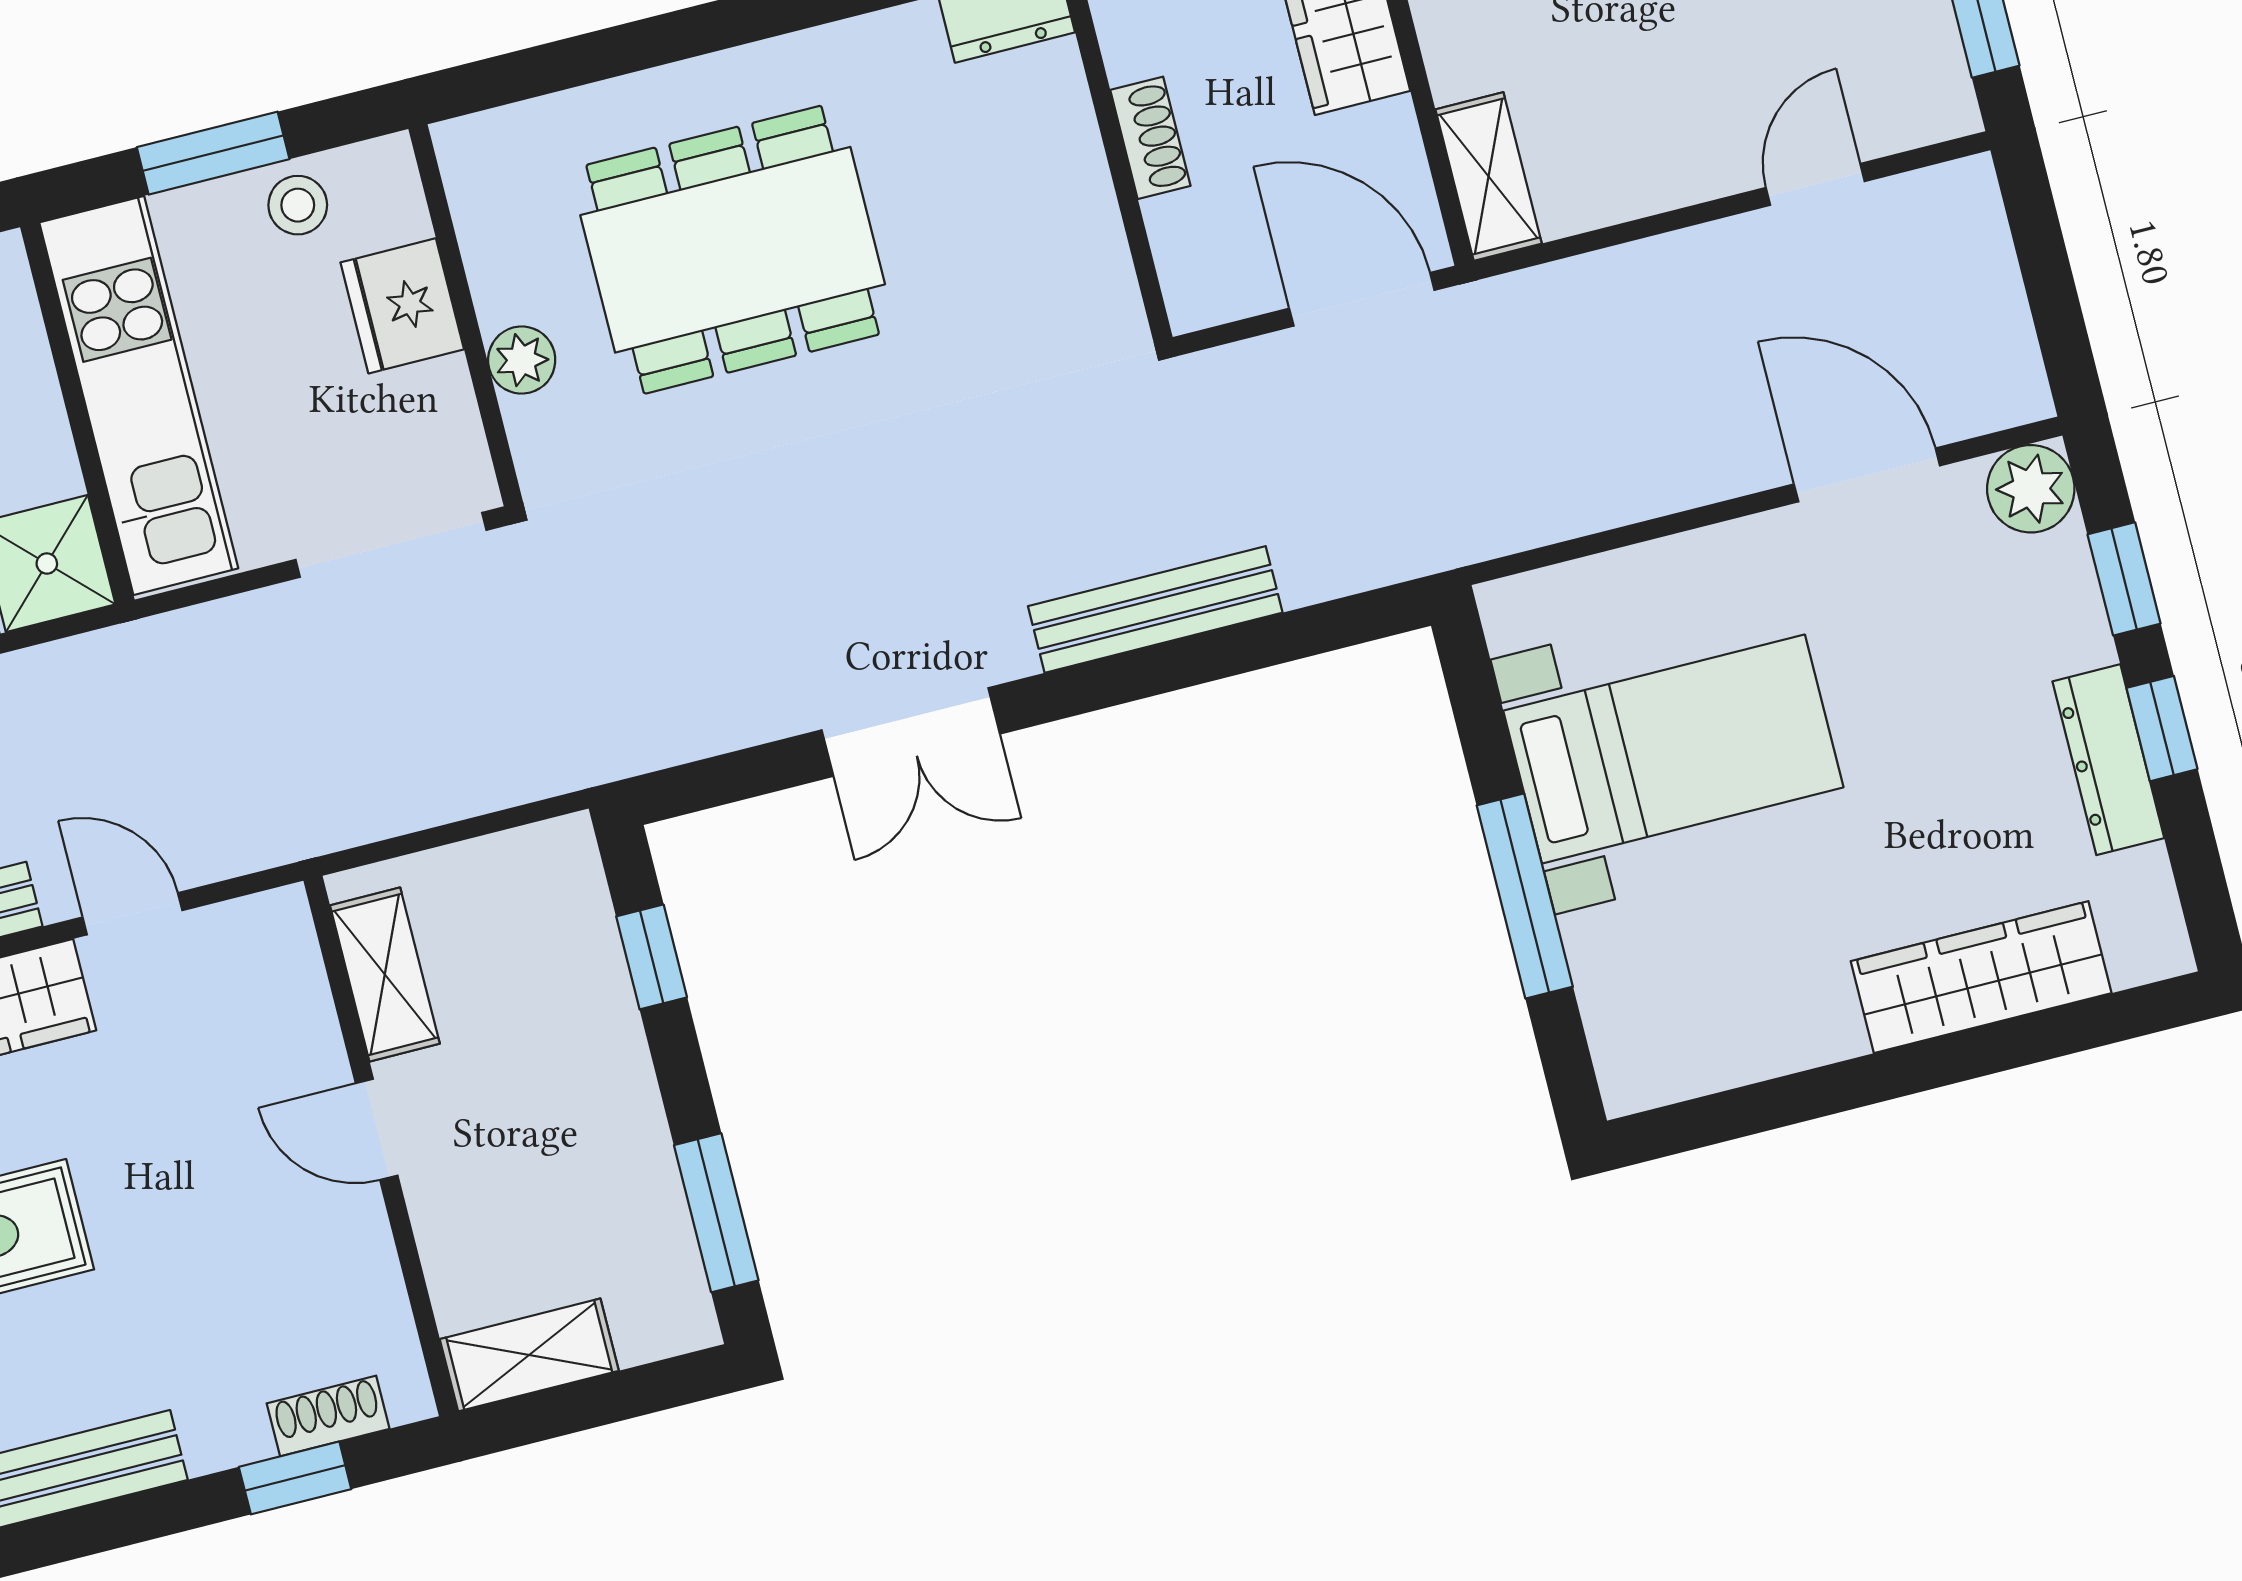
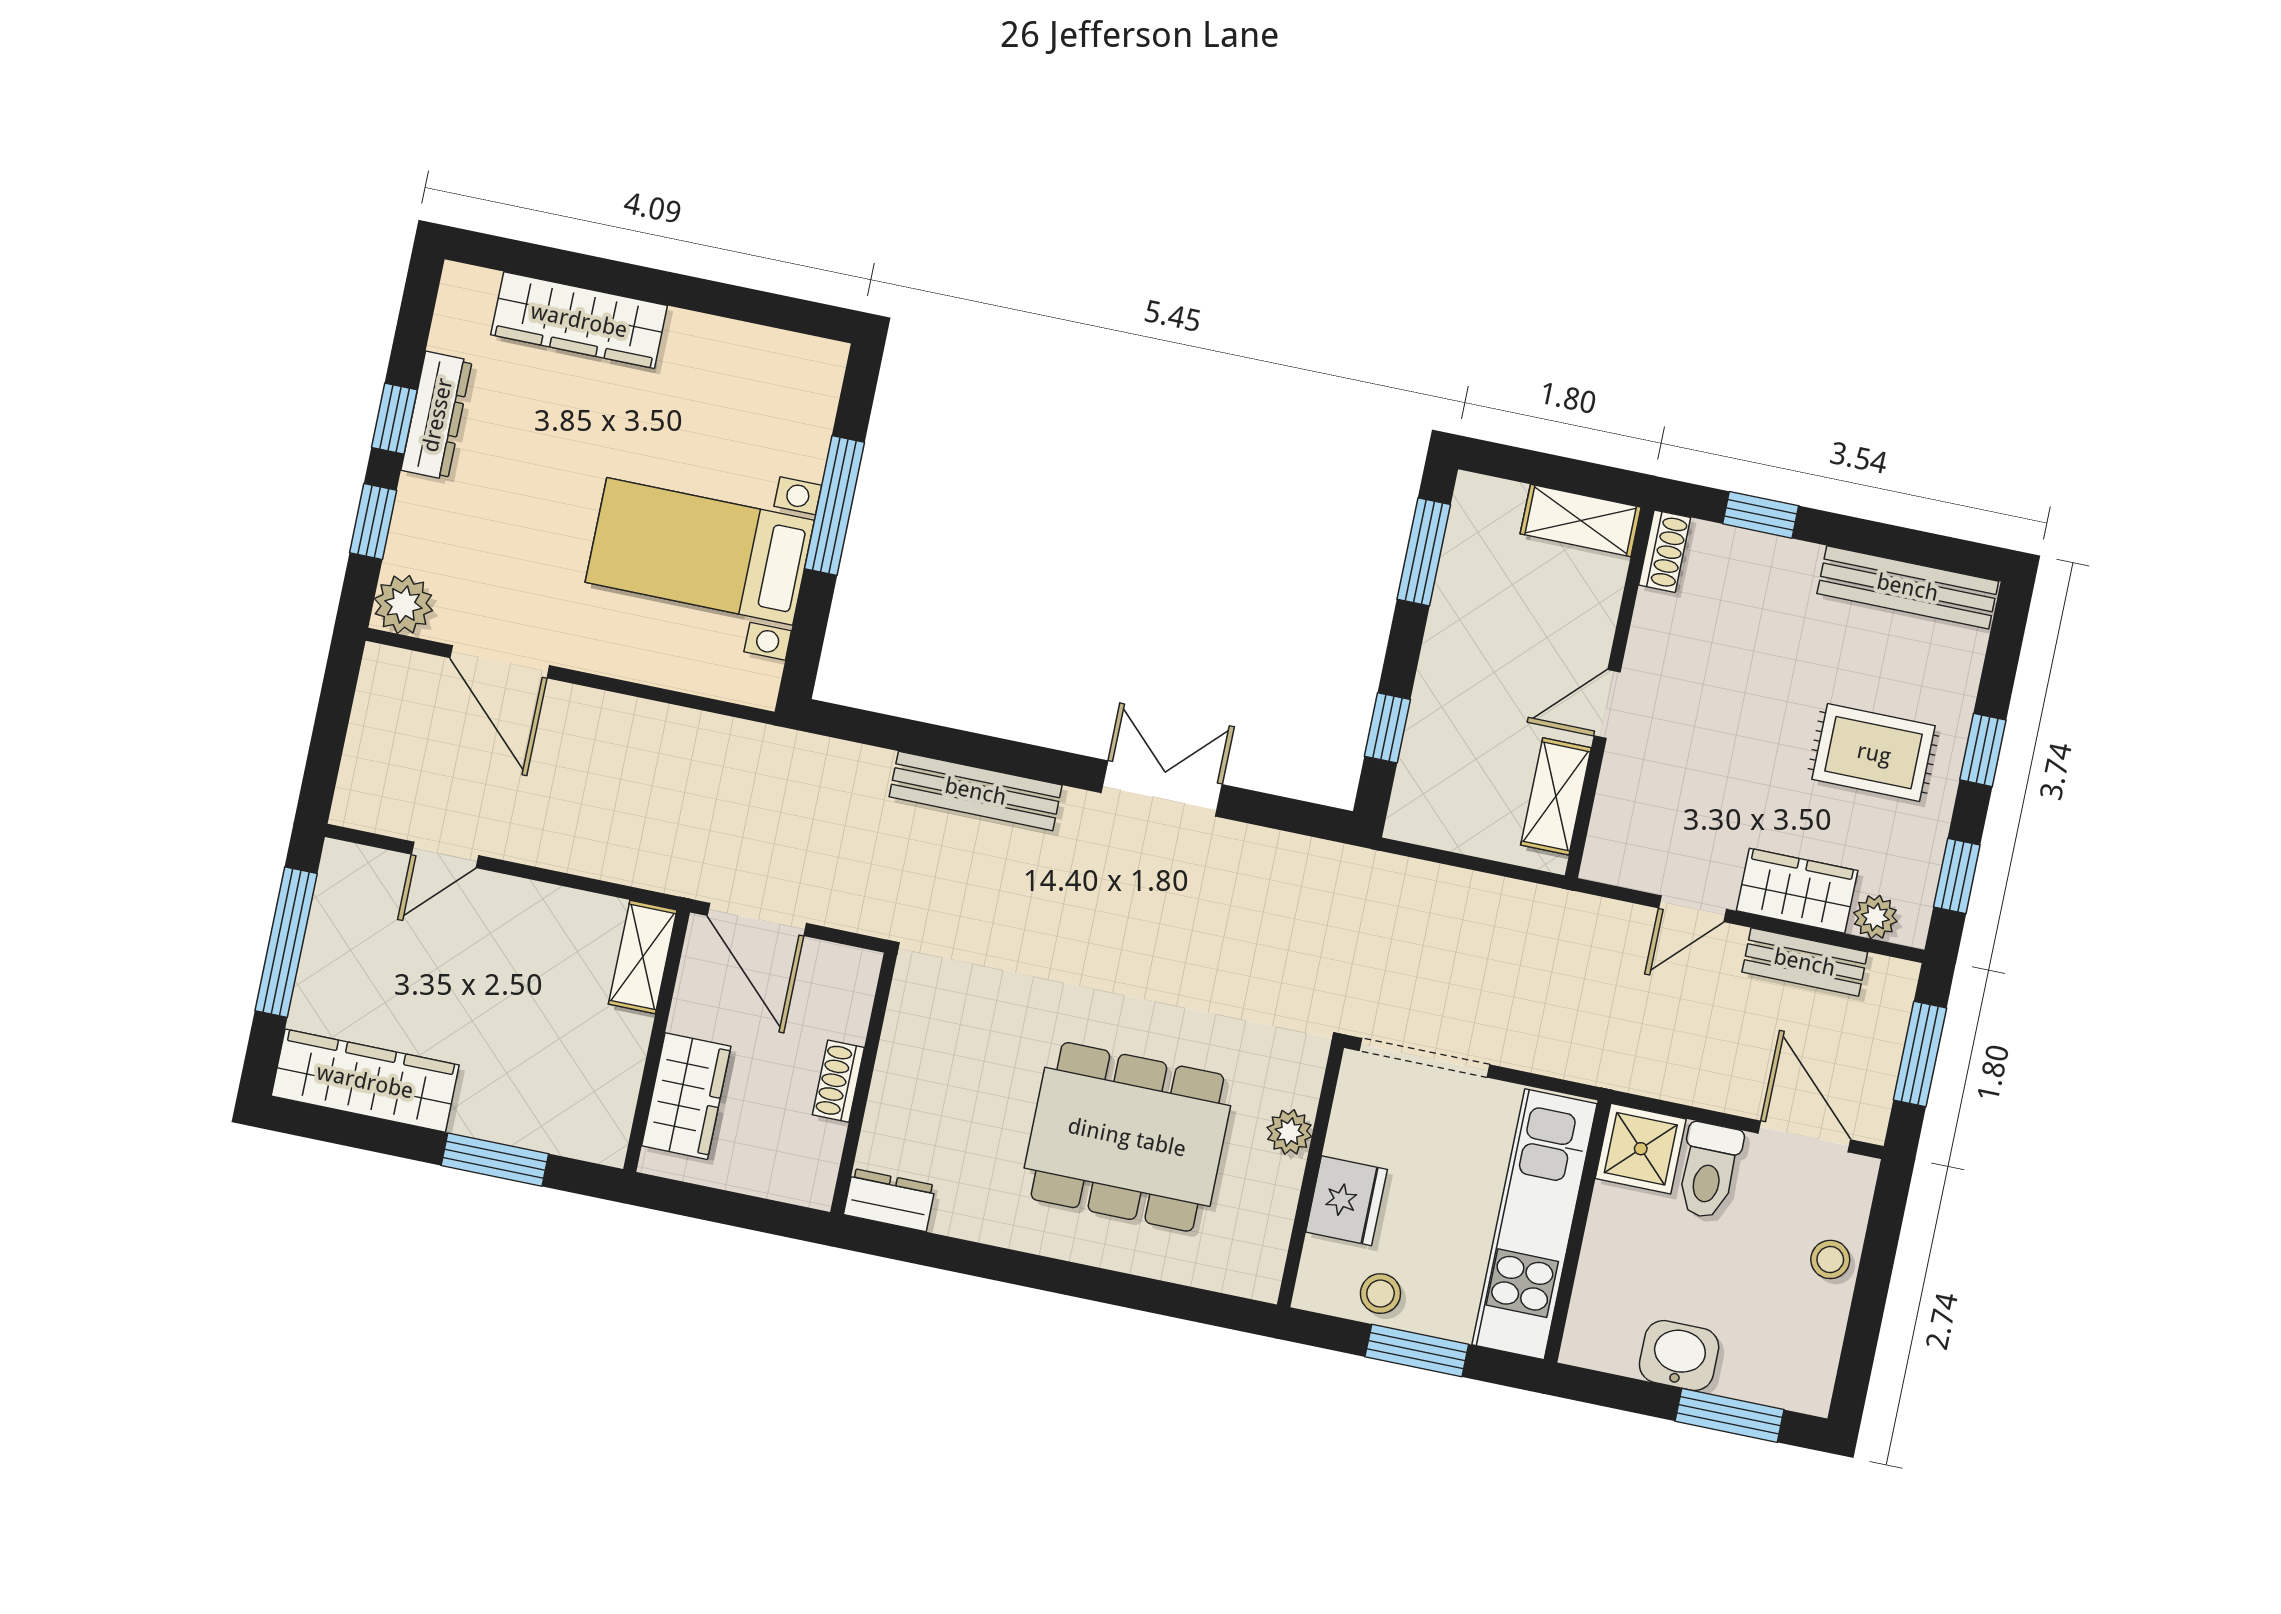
door: (132, 914) -> (1692, 909), hinge flipped
door: (377, 1129) -> (1607, 704), swing flipped
shoe rack: (328, 1416) -> (1665, 551), moved, turned -90

